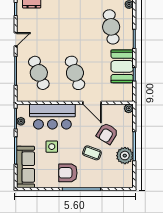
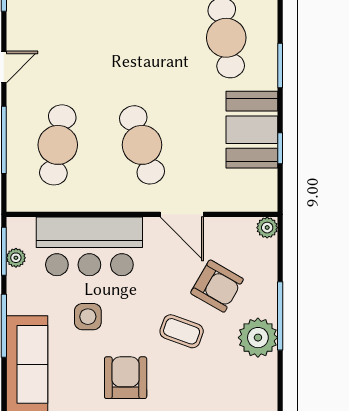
cafe table: (39, 73) -> (58, 145), turned 30
armchair: (107, 133) -> (217, 286), turned -92
armchair: (68, 173) -> (126, 378), turned 90

